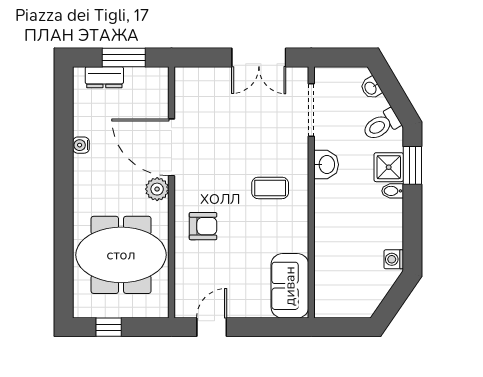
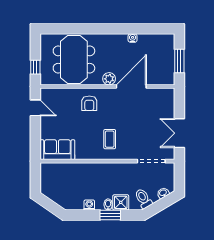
dresser: (104, 77) -> (169, 51), removed
washbasin: (326, 165) -> (122, 169), removed
window: (412, 165) -> (110, 215), moved
washing machine: (394, 259) -> (89, 205), moved
window: (109, 327) -> (35, 67), moved

